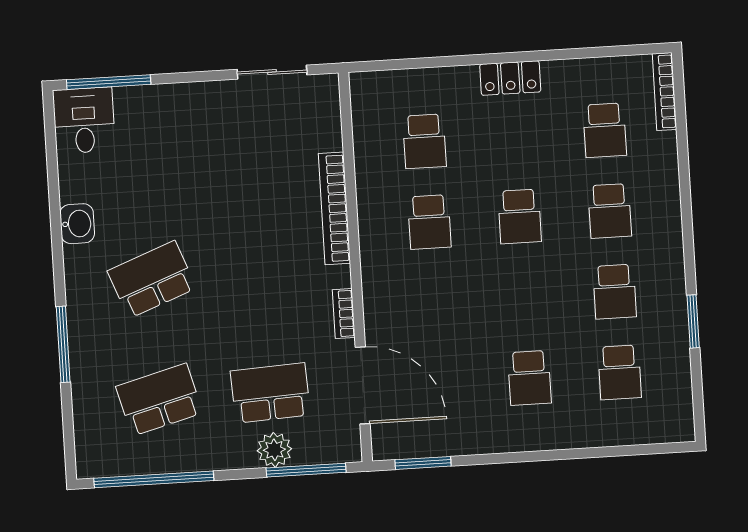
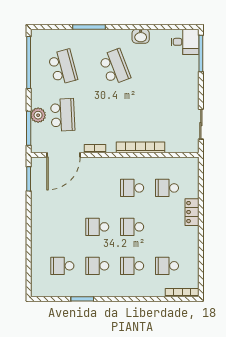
locker: (510, 78) -> (192, 212), moved
school desk: (529, 378) -> (97, 227), moved

